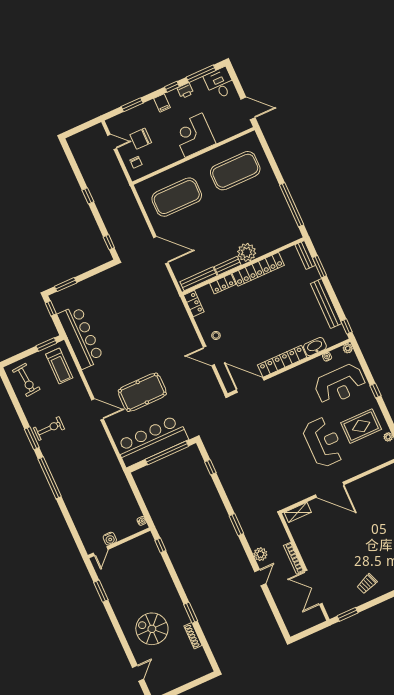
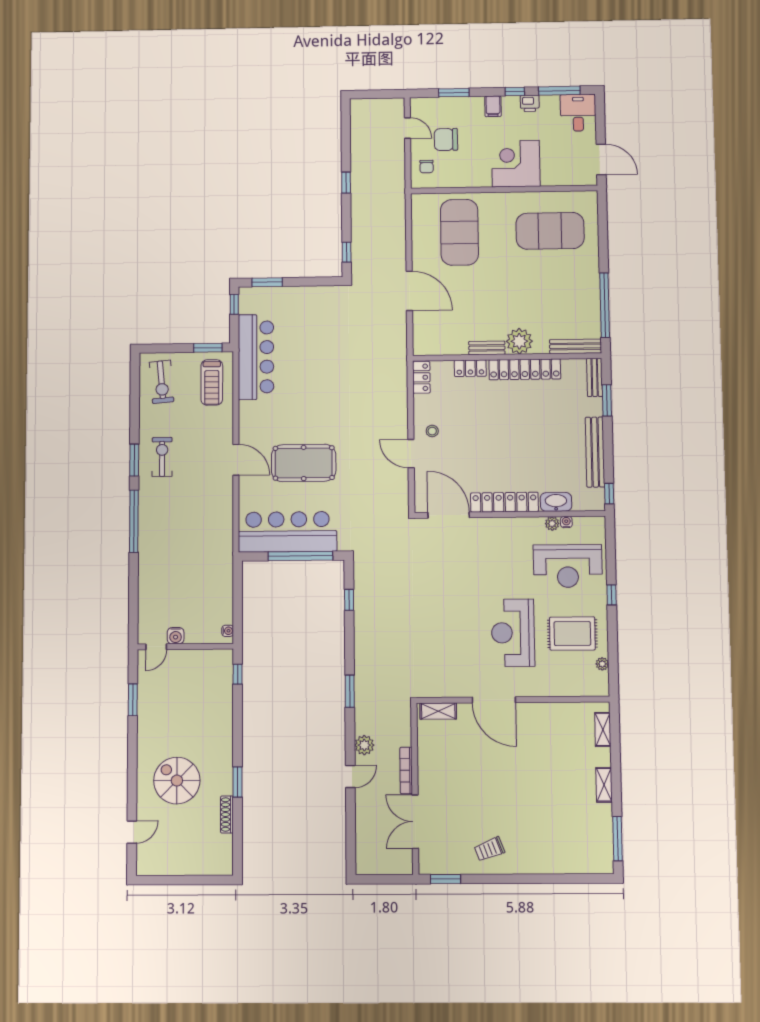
exercise mat: (177, 197) -> (459, 232), turned 90
bench: (199, 279) -> (575, 346), moved
plant: (348, 348) -> (552, 524), moved
exercise bike: (49, 428) -> (162, 457), turned -90
reception desk: (323, 442) -> (513, 633), turned 180

